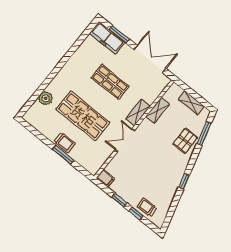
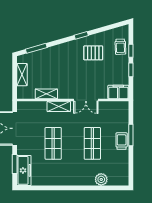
shop shelf: (83, 116) -> (92, 143), width x0.70, depth x0.74
pallet: (185, 141) -> (93, 53), moved
filing cabinet: (106, 178) -> (118, 92), width x2.00

